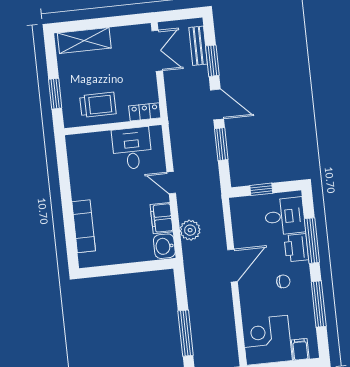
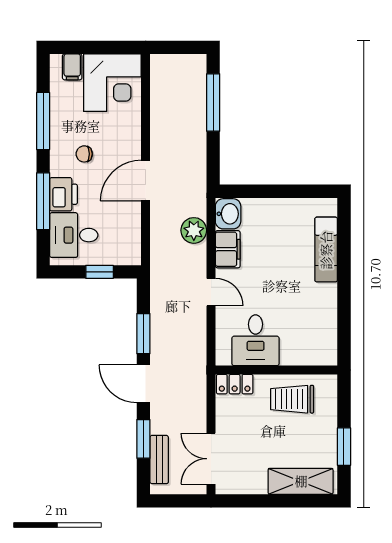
window: (55, 94) -> (344, 447), moved

